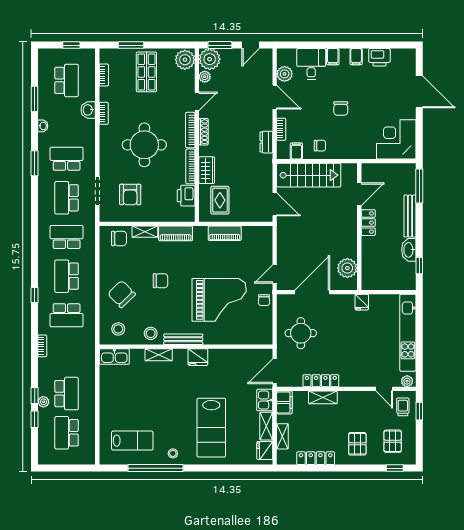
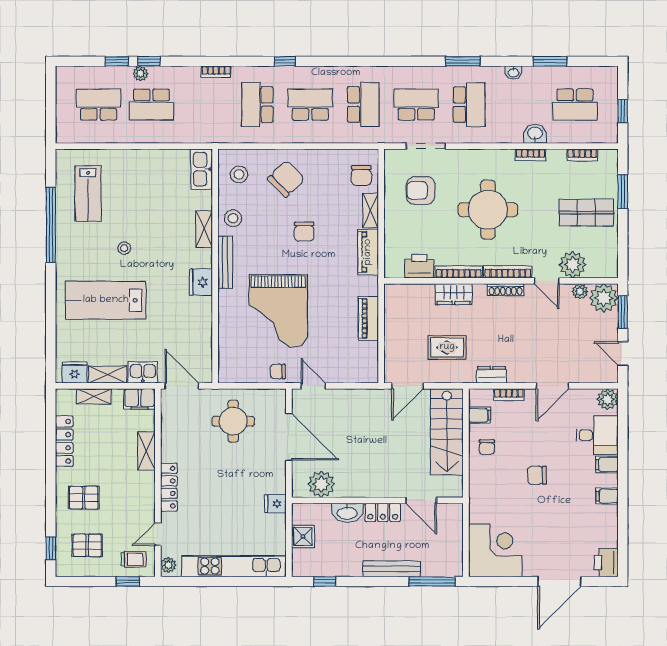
printer: (379, 57) -> (606, 563), moved
plant: (185, 60) -> (573, 265), moved
plant: (285, 74) -> (608, 399), moved
rug: (220, 200) -> (447, 347), moved
washbasin: (409, 250) -> (347, 513), moved, turned 180
shower: (386, 282) -> (303, 536), added
locker: (321, 381) -> (169, 487), moved
stool: (173, 453) -> (124, 248), moved

